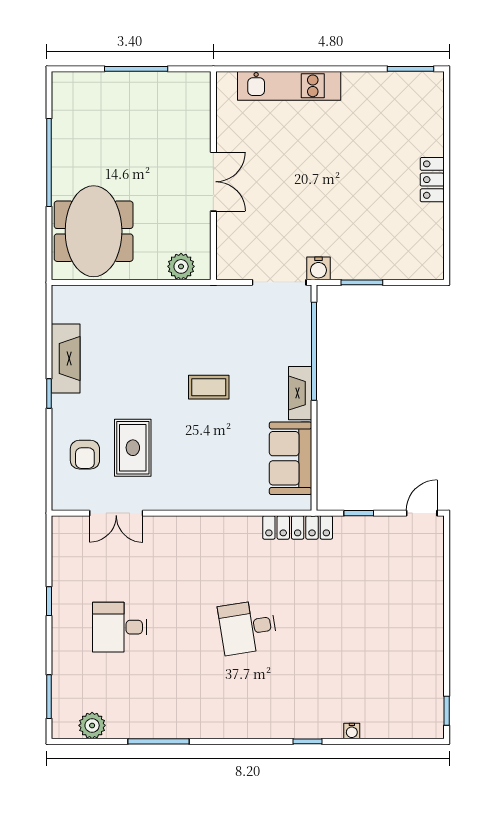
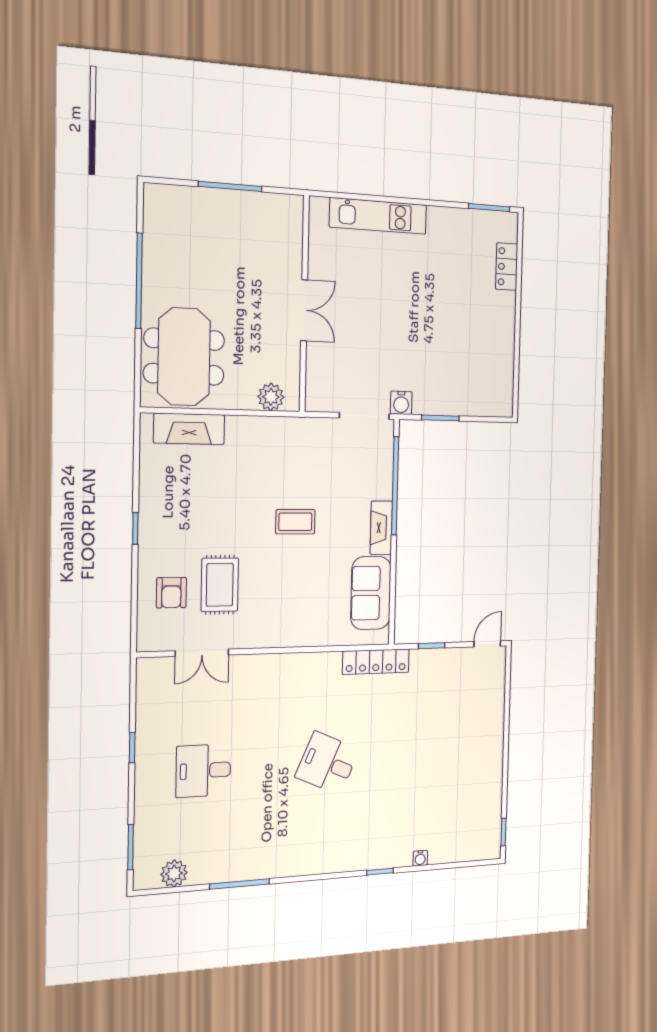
locker: (432, 180) -> (507, 267), moved
fireplace: (66, 359) -> (189, 429), moved, turned 90
desk: (248, 627) -> (327, 763), turned 33

